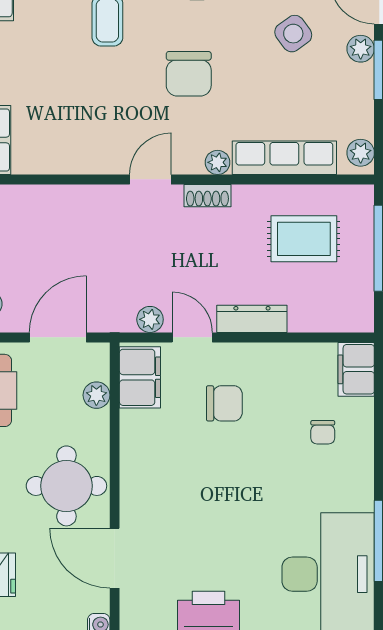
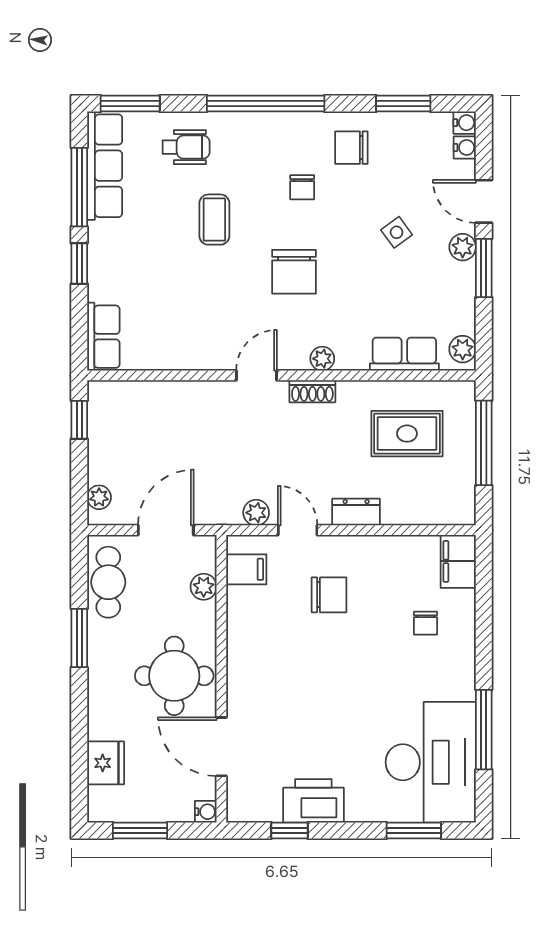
side table: (293, 34) -> (397, 232), width x0.73, depth x0.73
row of seats: (284, 158) -> (404, 354), width x0.68
dresser: (252, 319) -> (356, 512), width x0.70
filing cabinet: (140, 377) -> (246, 569), width x0.50

